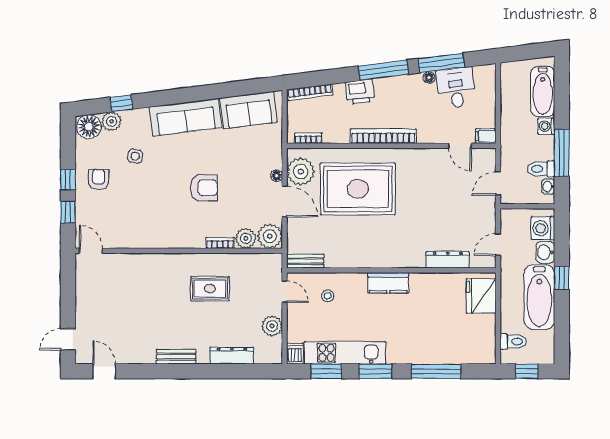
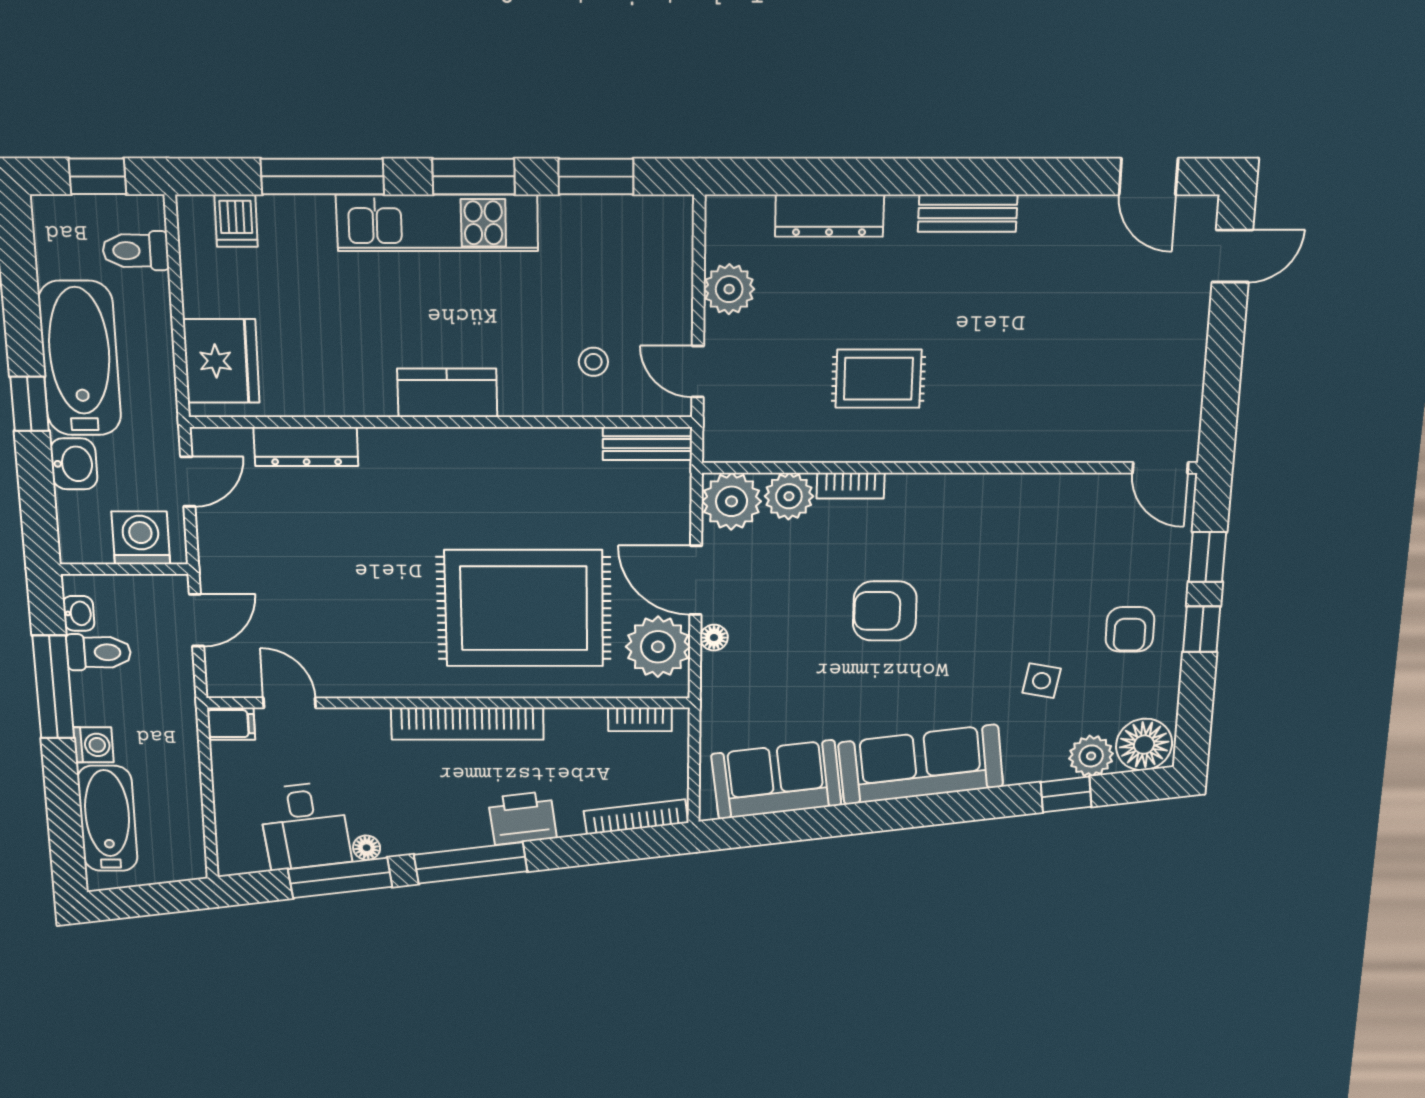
washing machine: (543, 228) -> (141, 538), moved, turned -90
kitchen unit: (345, 353) -> (437, 223), moved
dishwasher: (295, 354) -> (236, 221), moved

